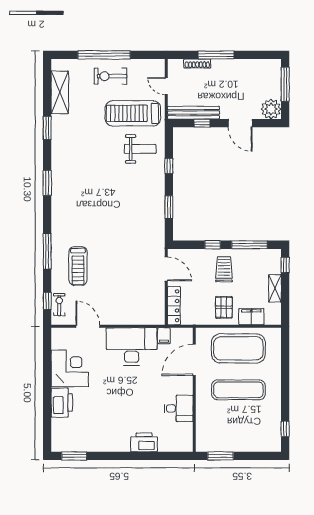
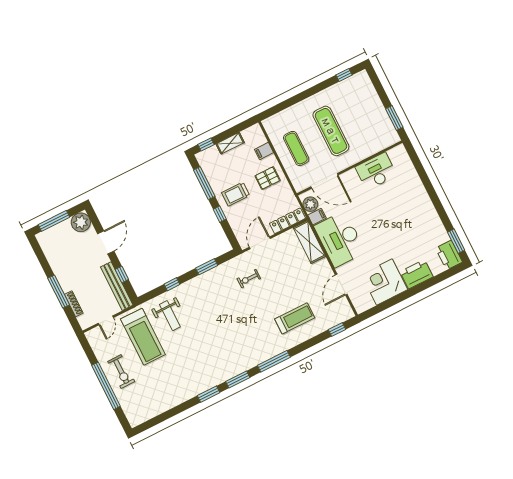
shelving: (60, 92) -> (309, 242), moved, turned 90
window: (47, 128) -> (209, 394), moved
weight bench: (140, 149) -> (170, 316), turned 180
window: (47, 251) -> (274, 361), moved
exercise bike: (59, 305) -> (249, 279), moved
filing cabinet: (251, 317) -> (264, 151), width x0.50
plant: (179, 335) -> (310, 204), added
exercise mat: (238, 348) -> (296, 148), width x0.50, depth x0.69
desk: (179, 408) -> (376, 171), width x1.37
printer: (144, 442) -> (449, 255), moved

